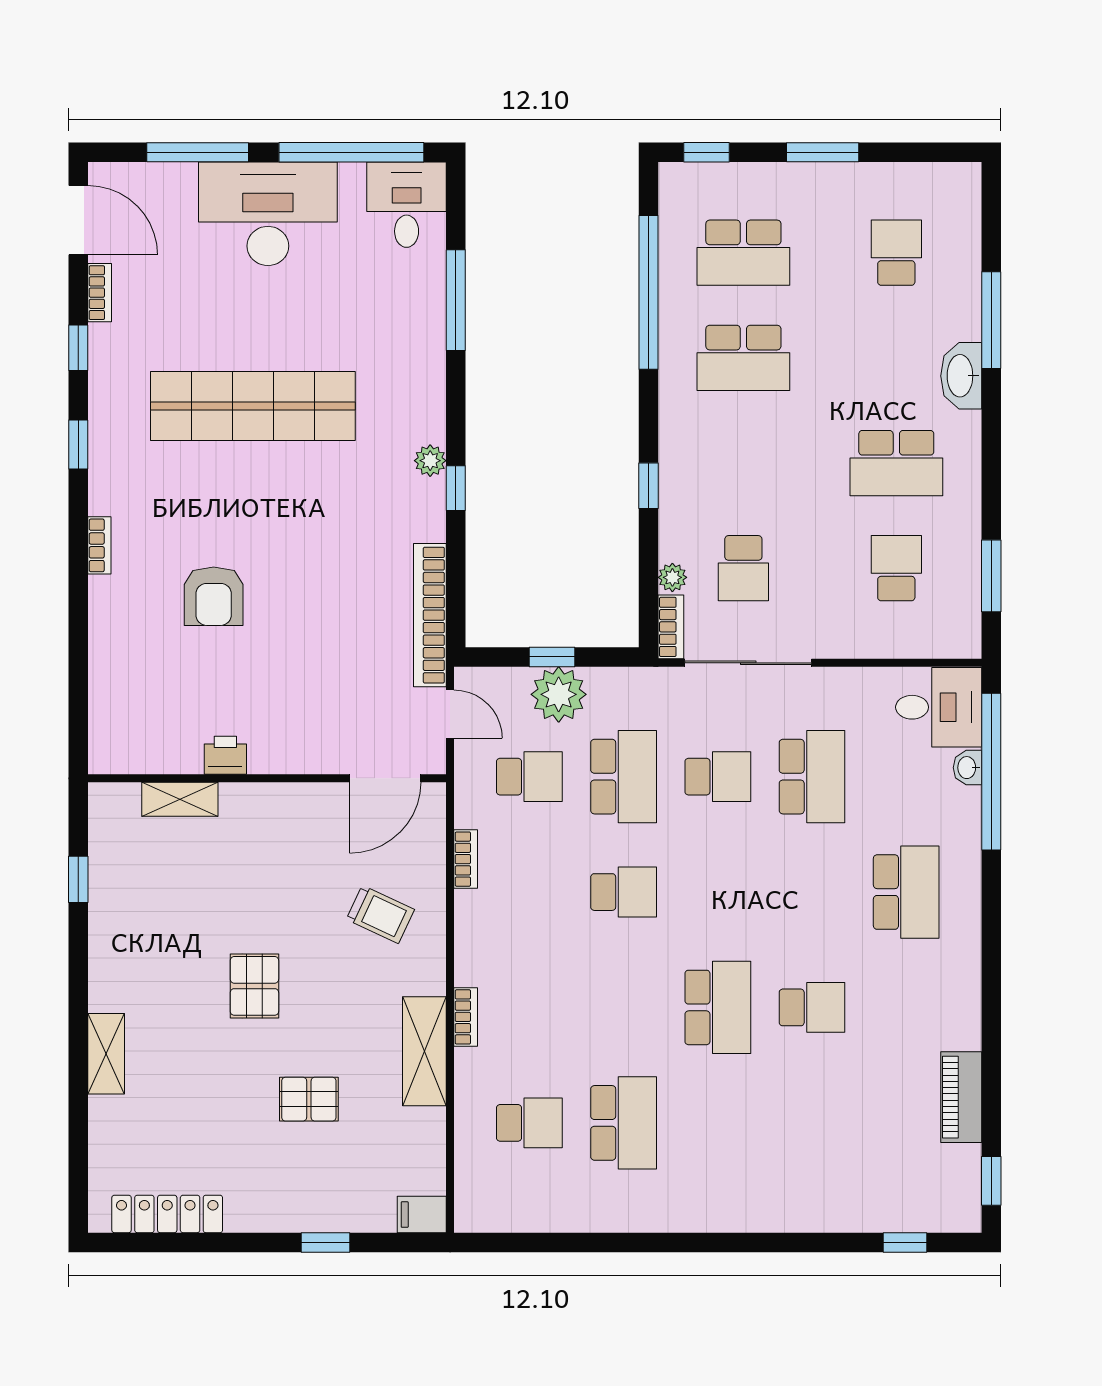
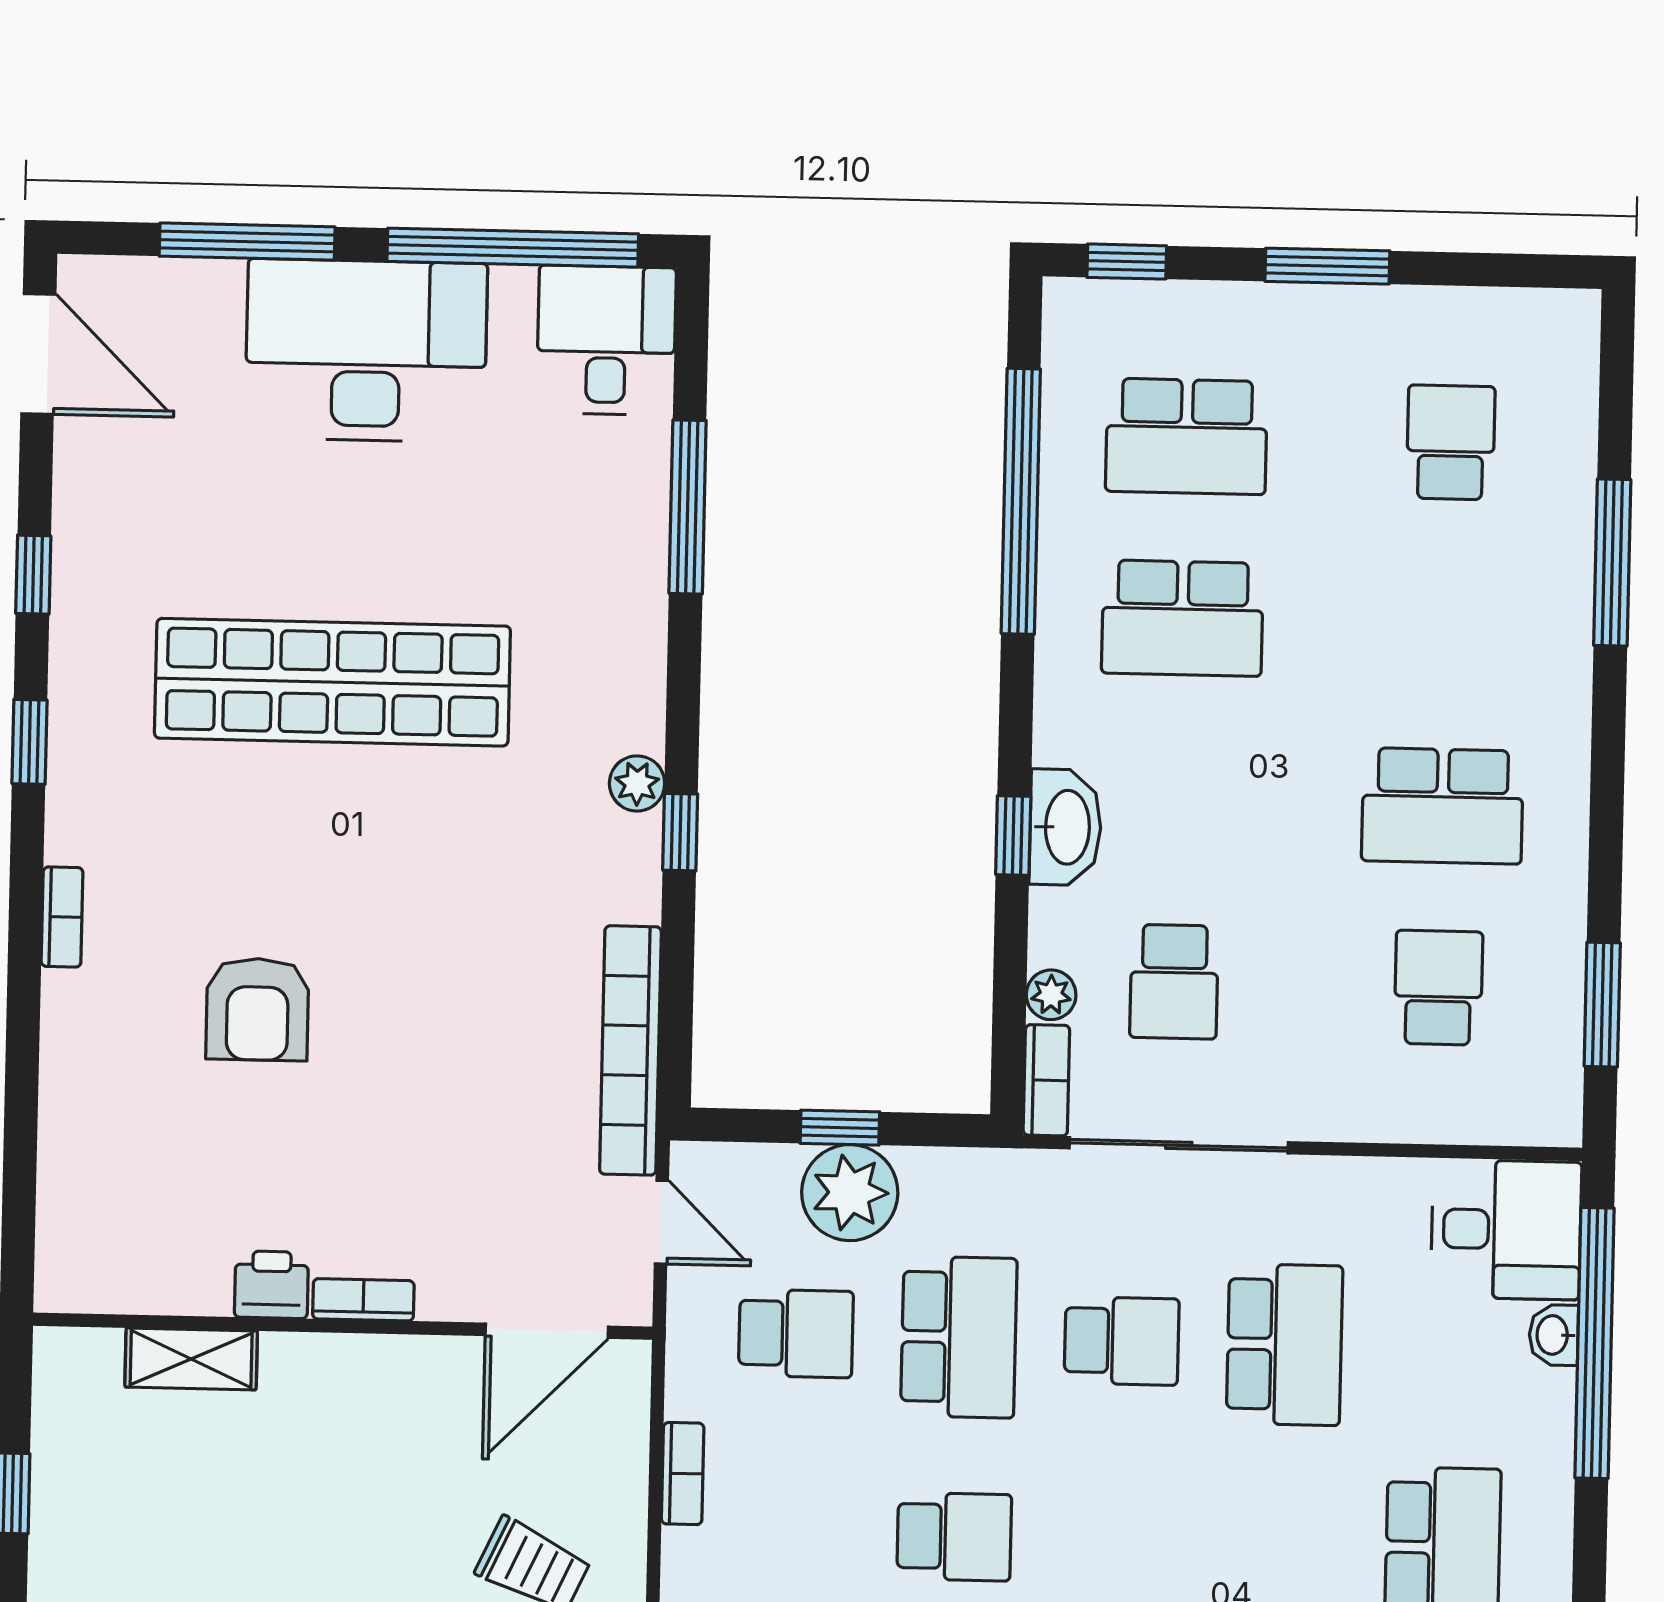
bookcase: (100, 293) -> (363, 1300), moved, turned -90
washbasin: (961, 376) -> (1065, 827), moved, turned 180

